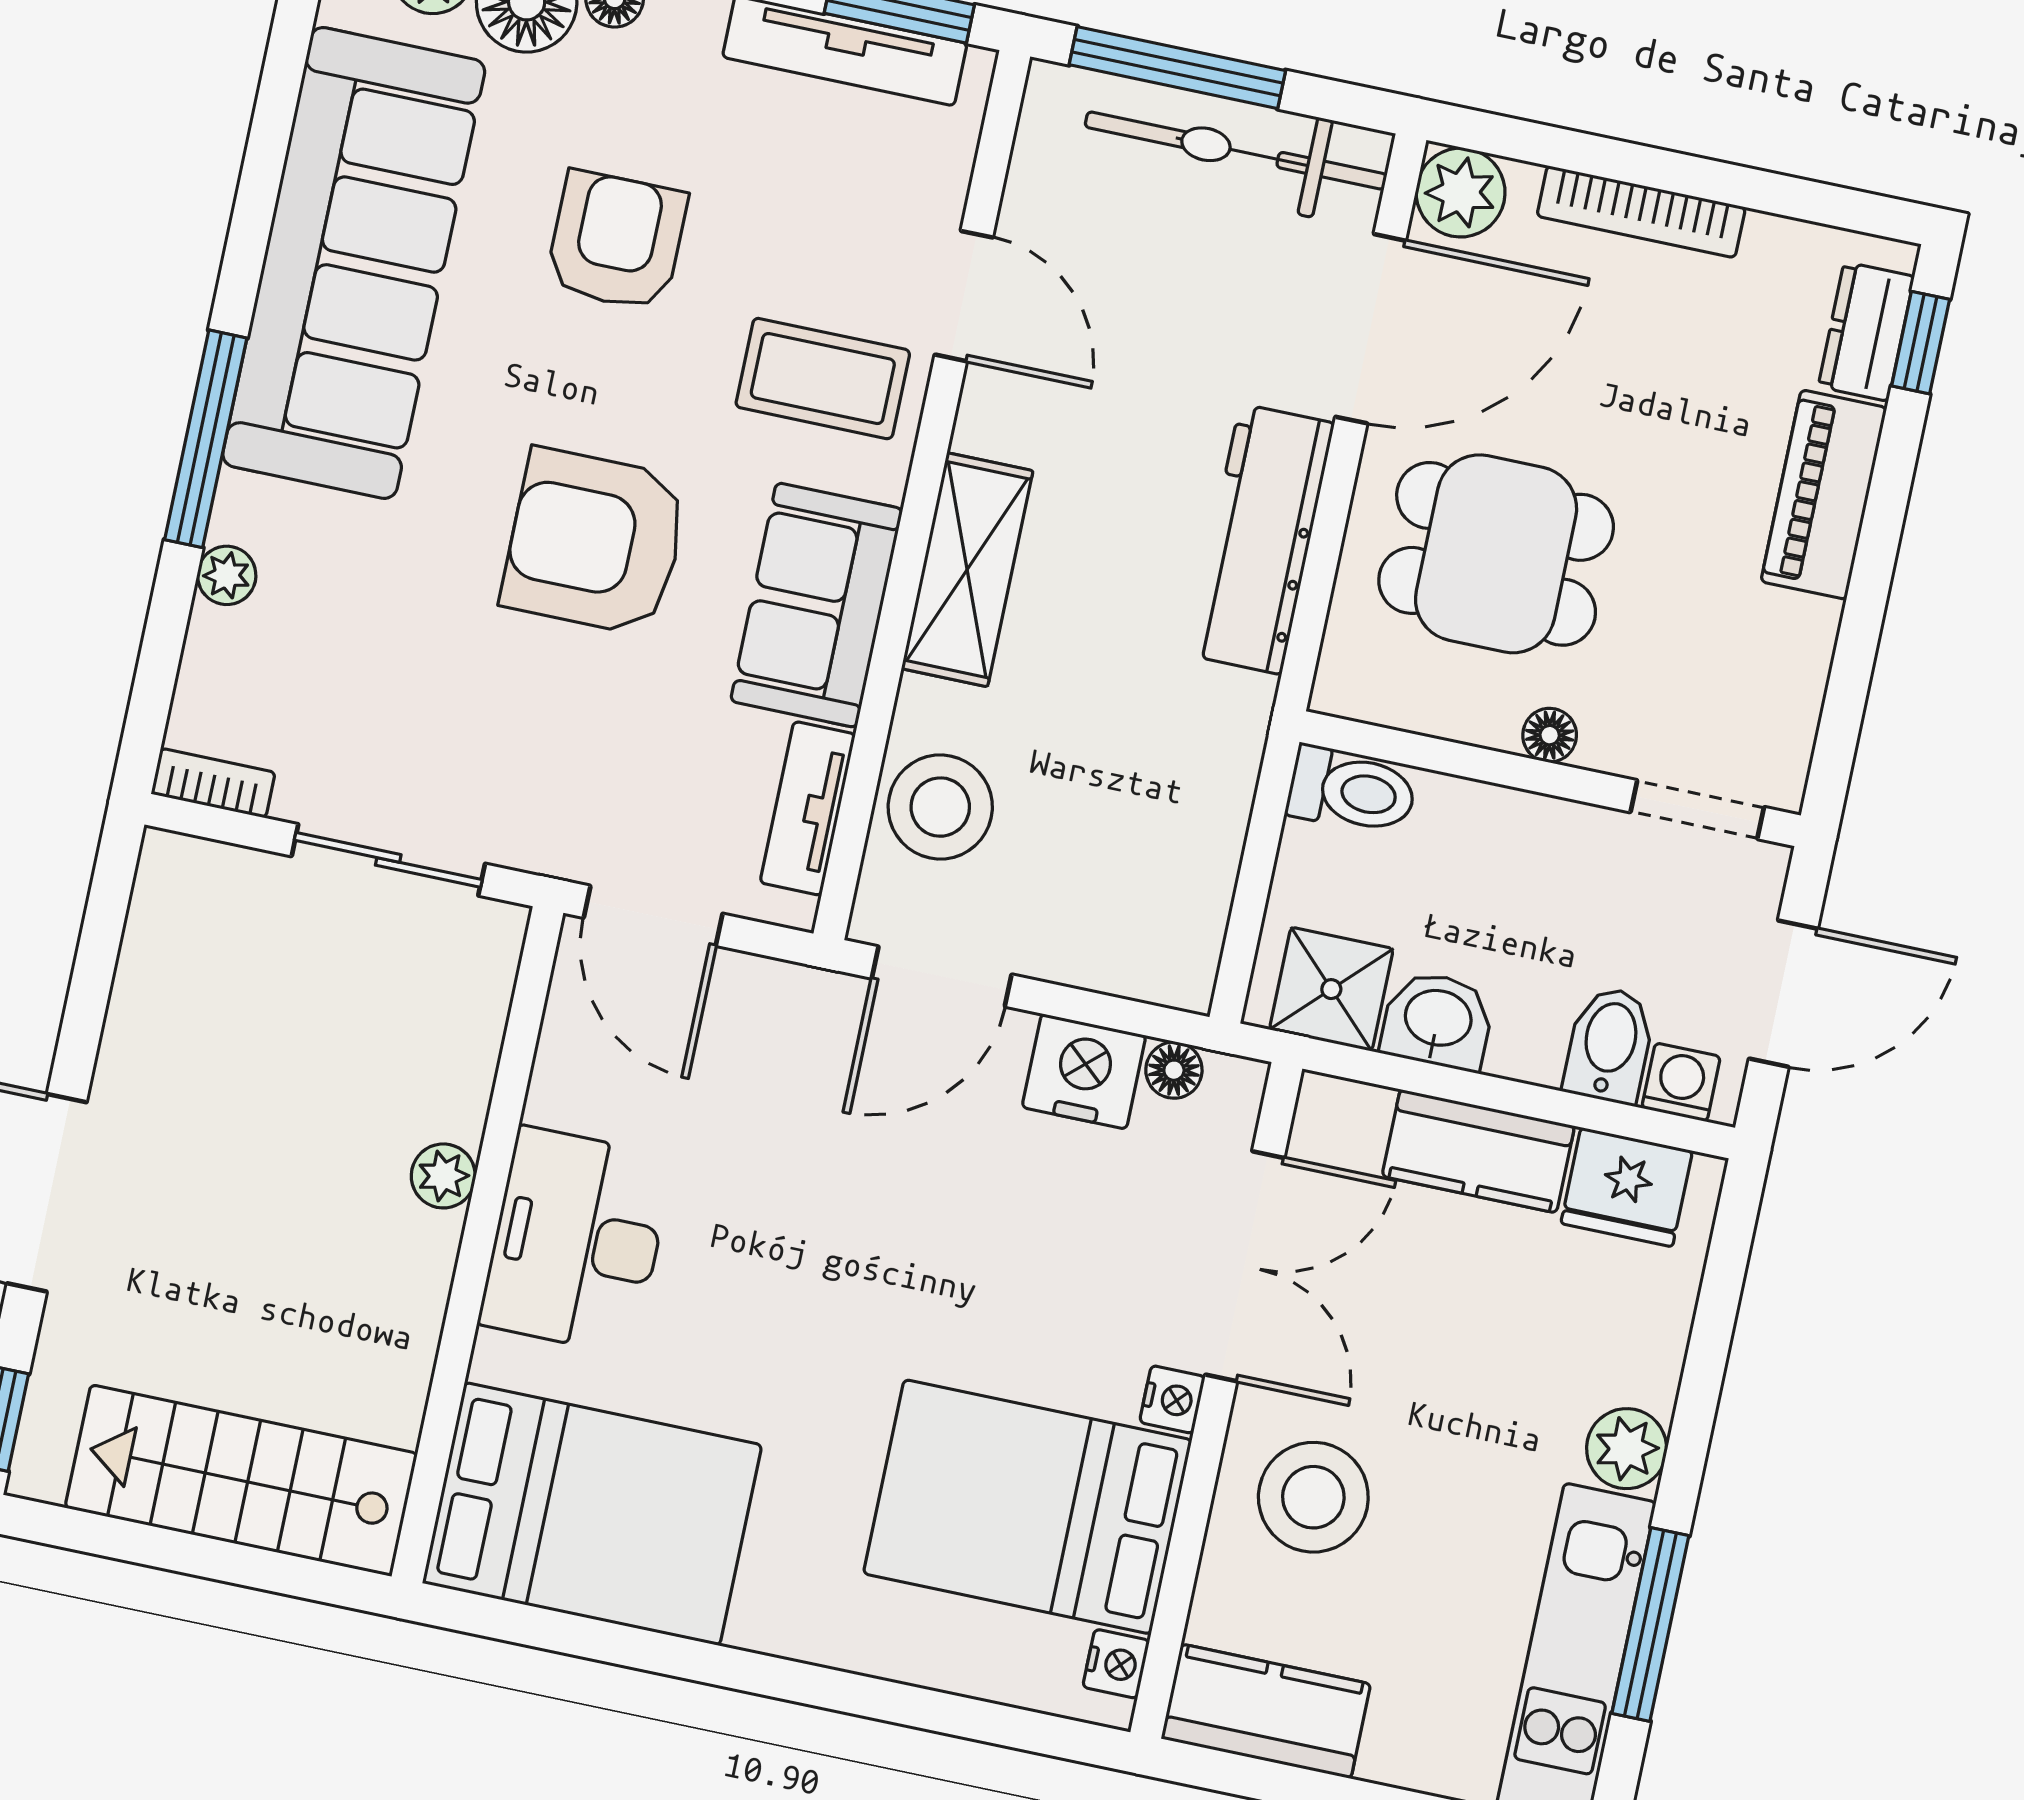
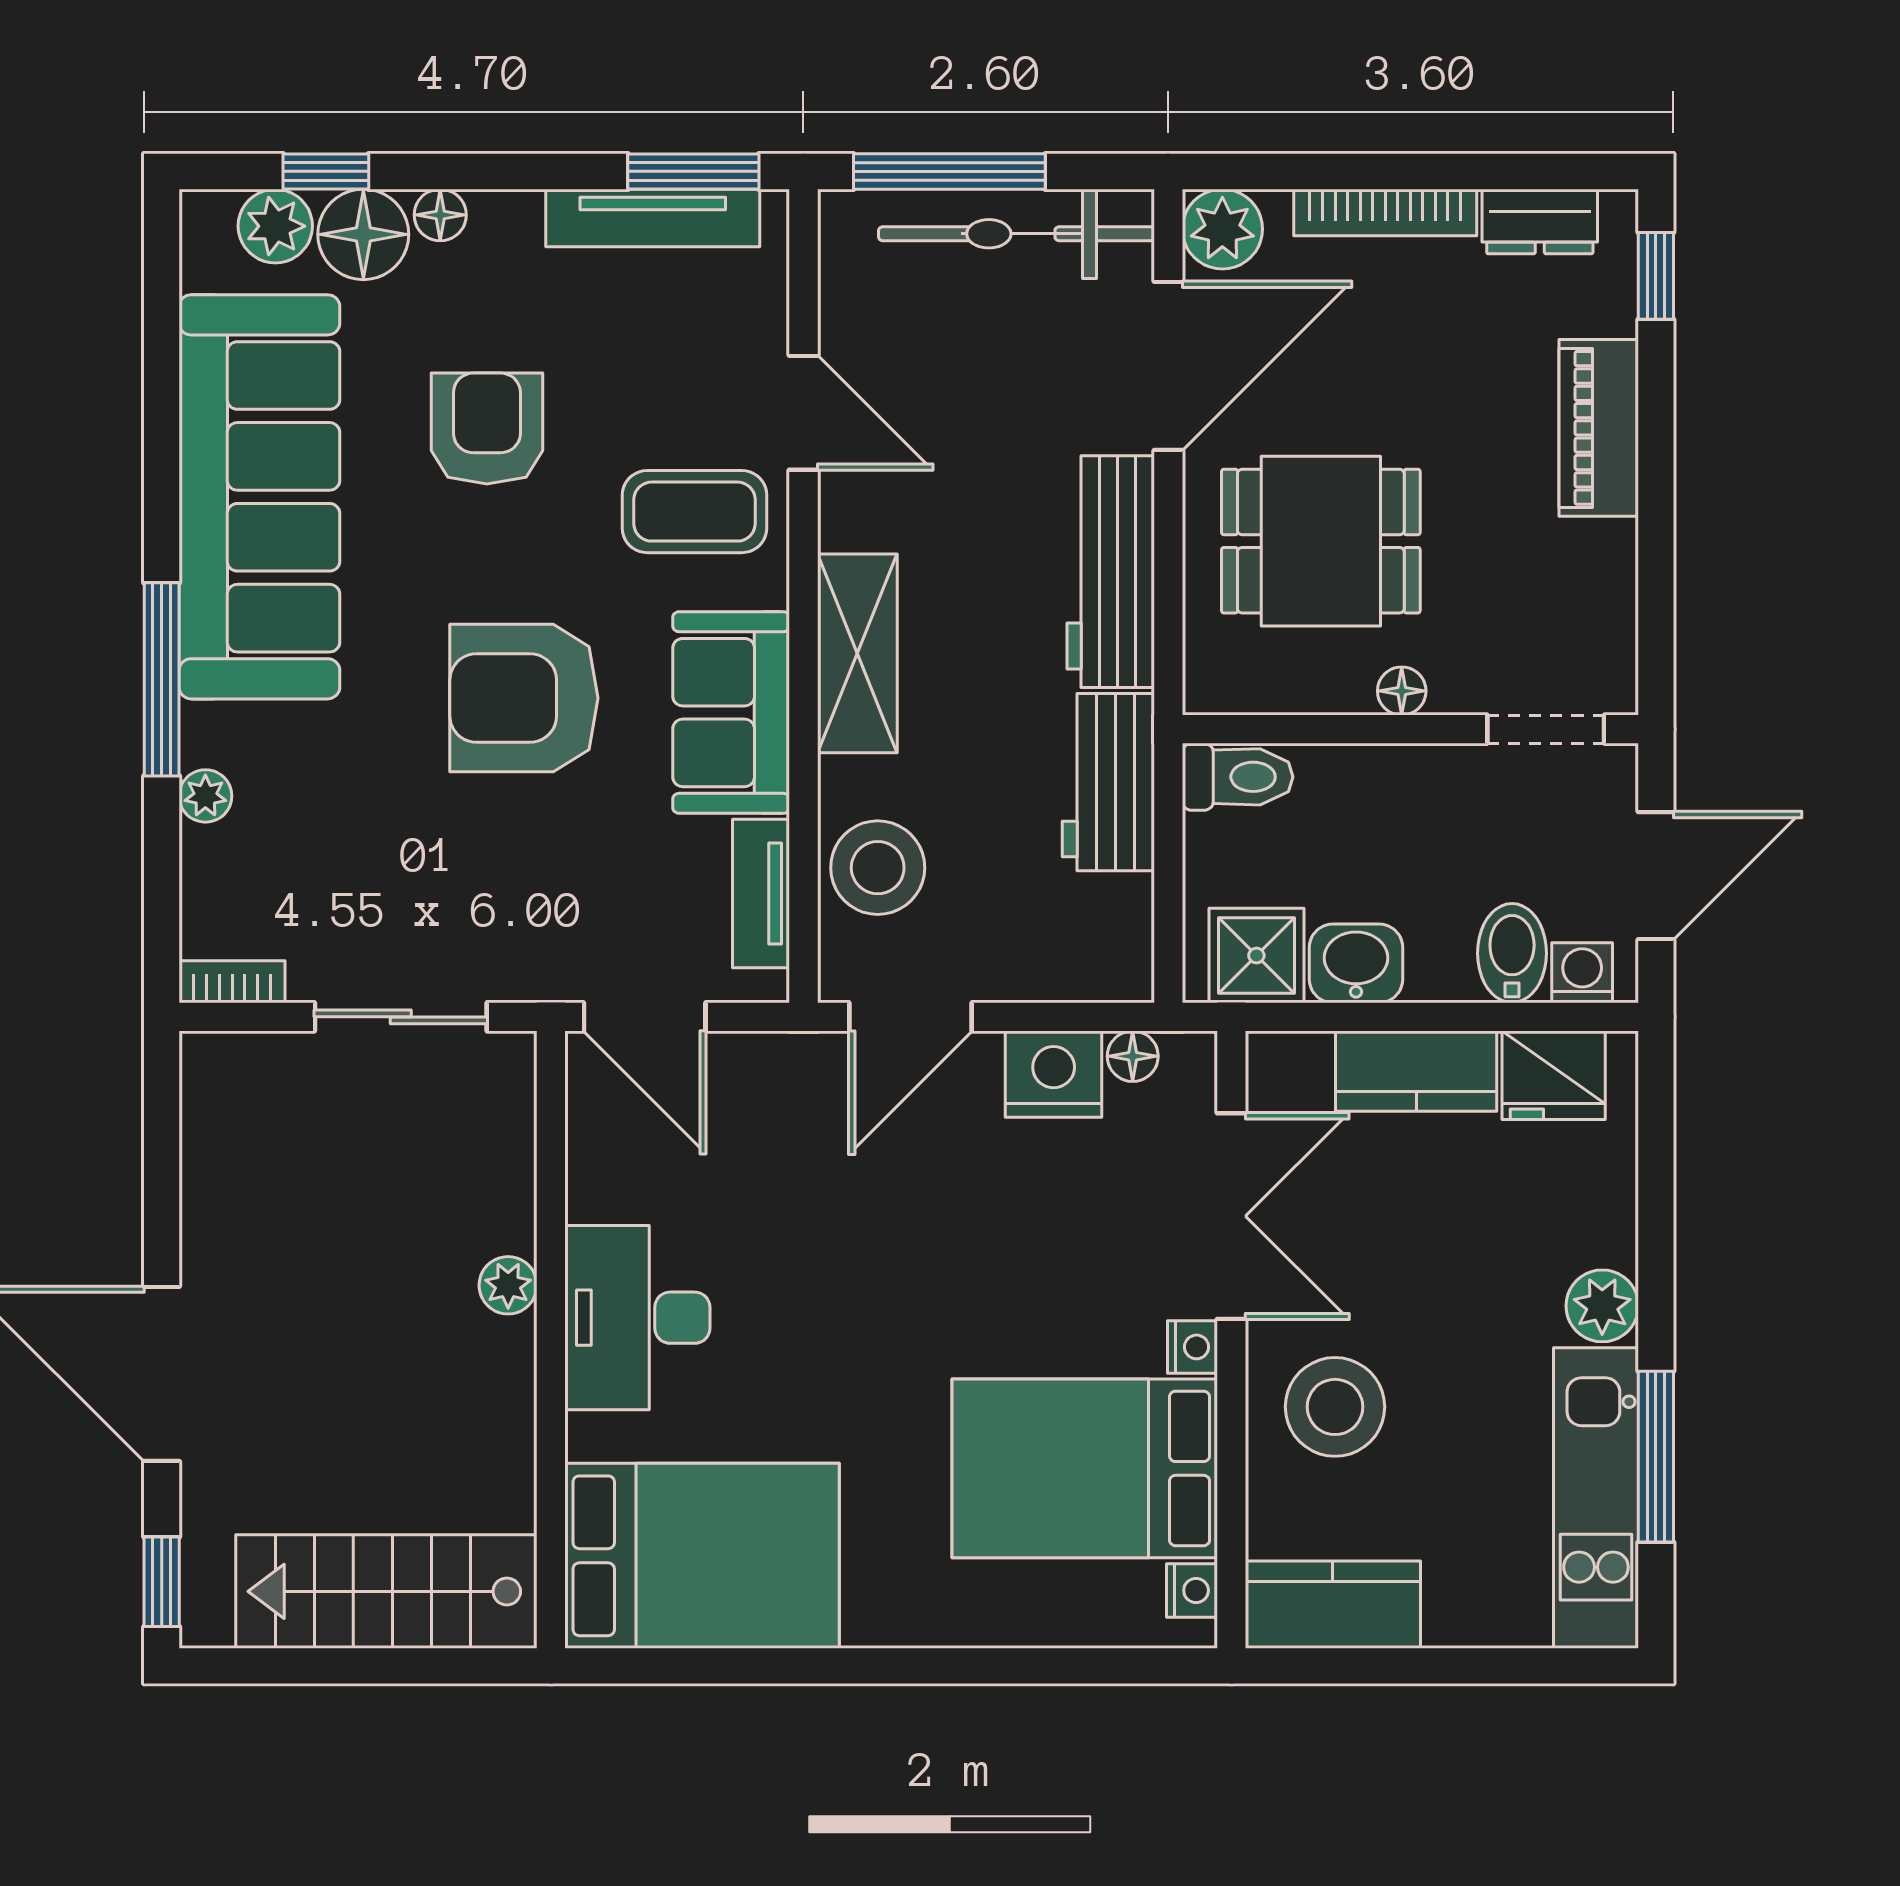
dresser: (1866, 331) -> (1540, 221), moved, turned -90
workbench: (1210, 767) -> (1108, 782), added

